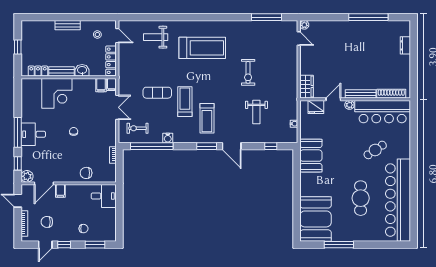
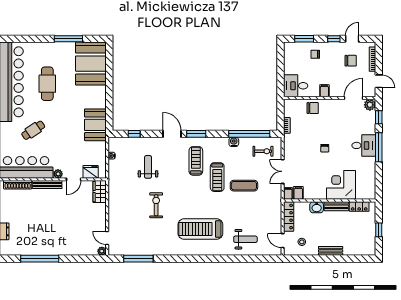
filing cabinet: (60, 191) -> (324, 91), moved

